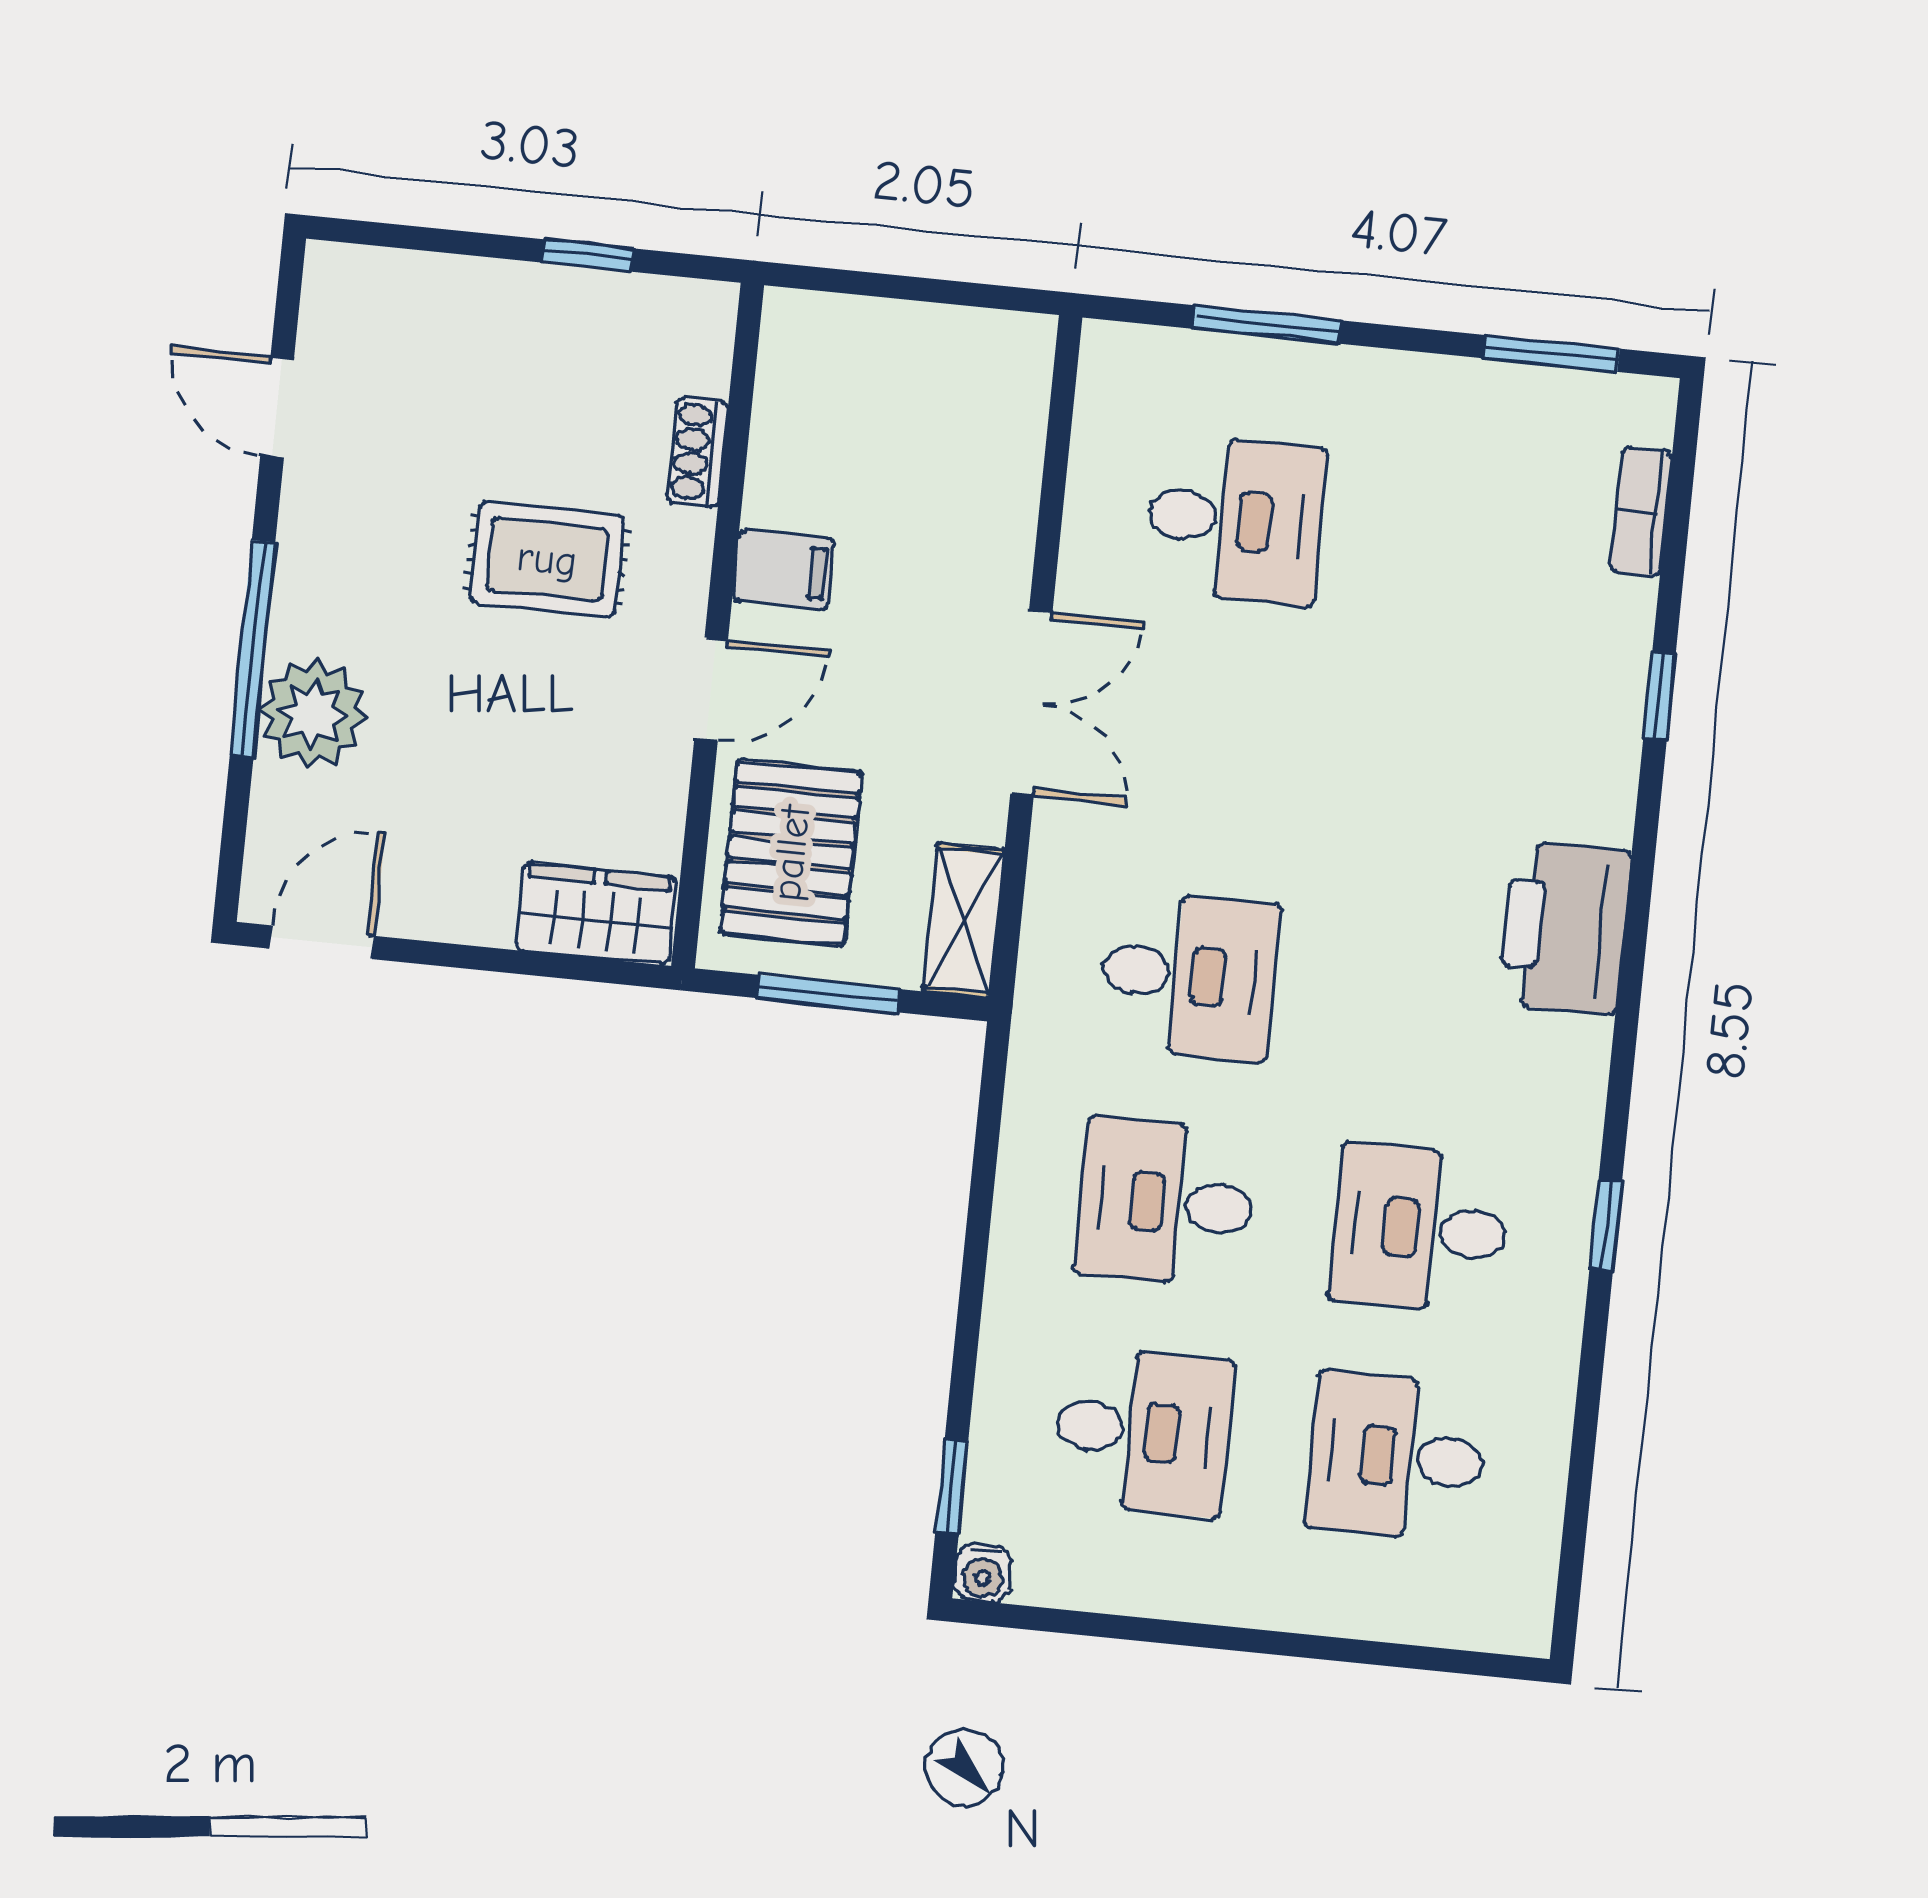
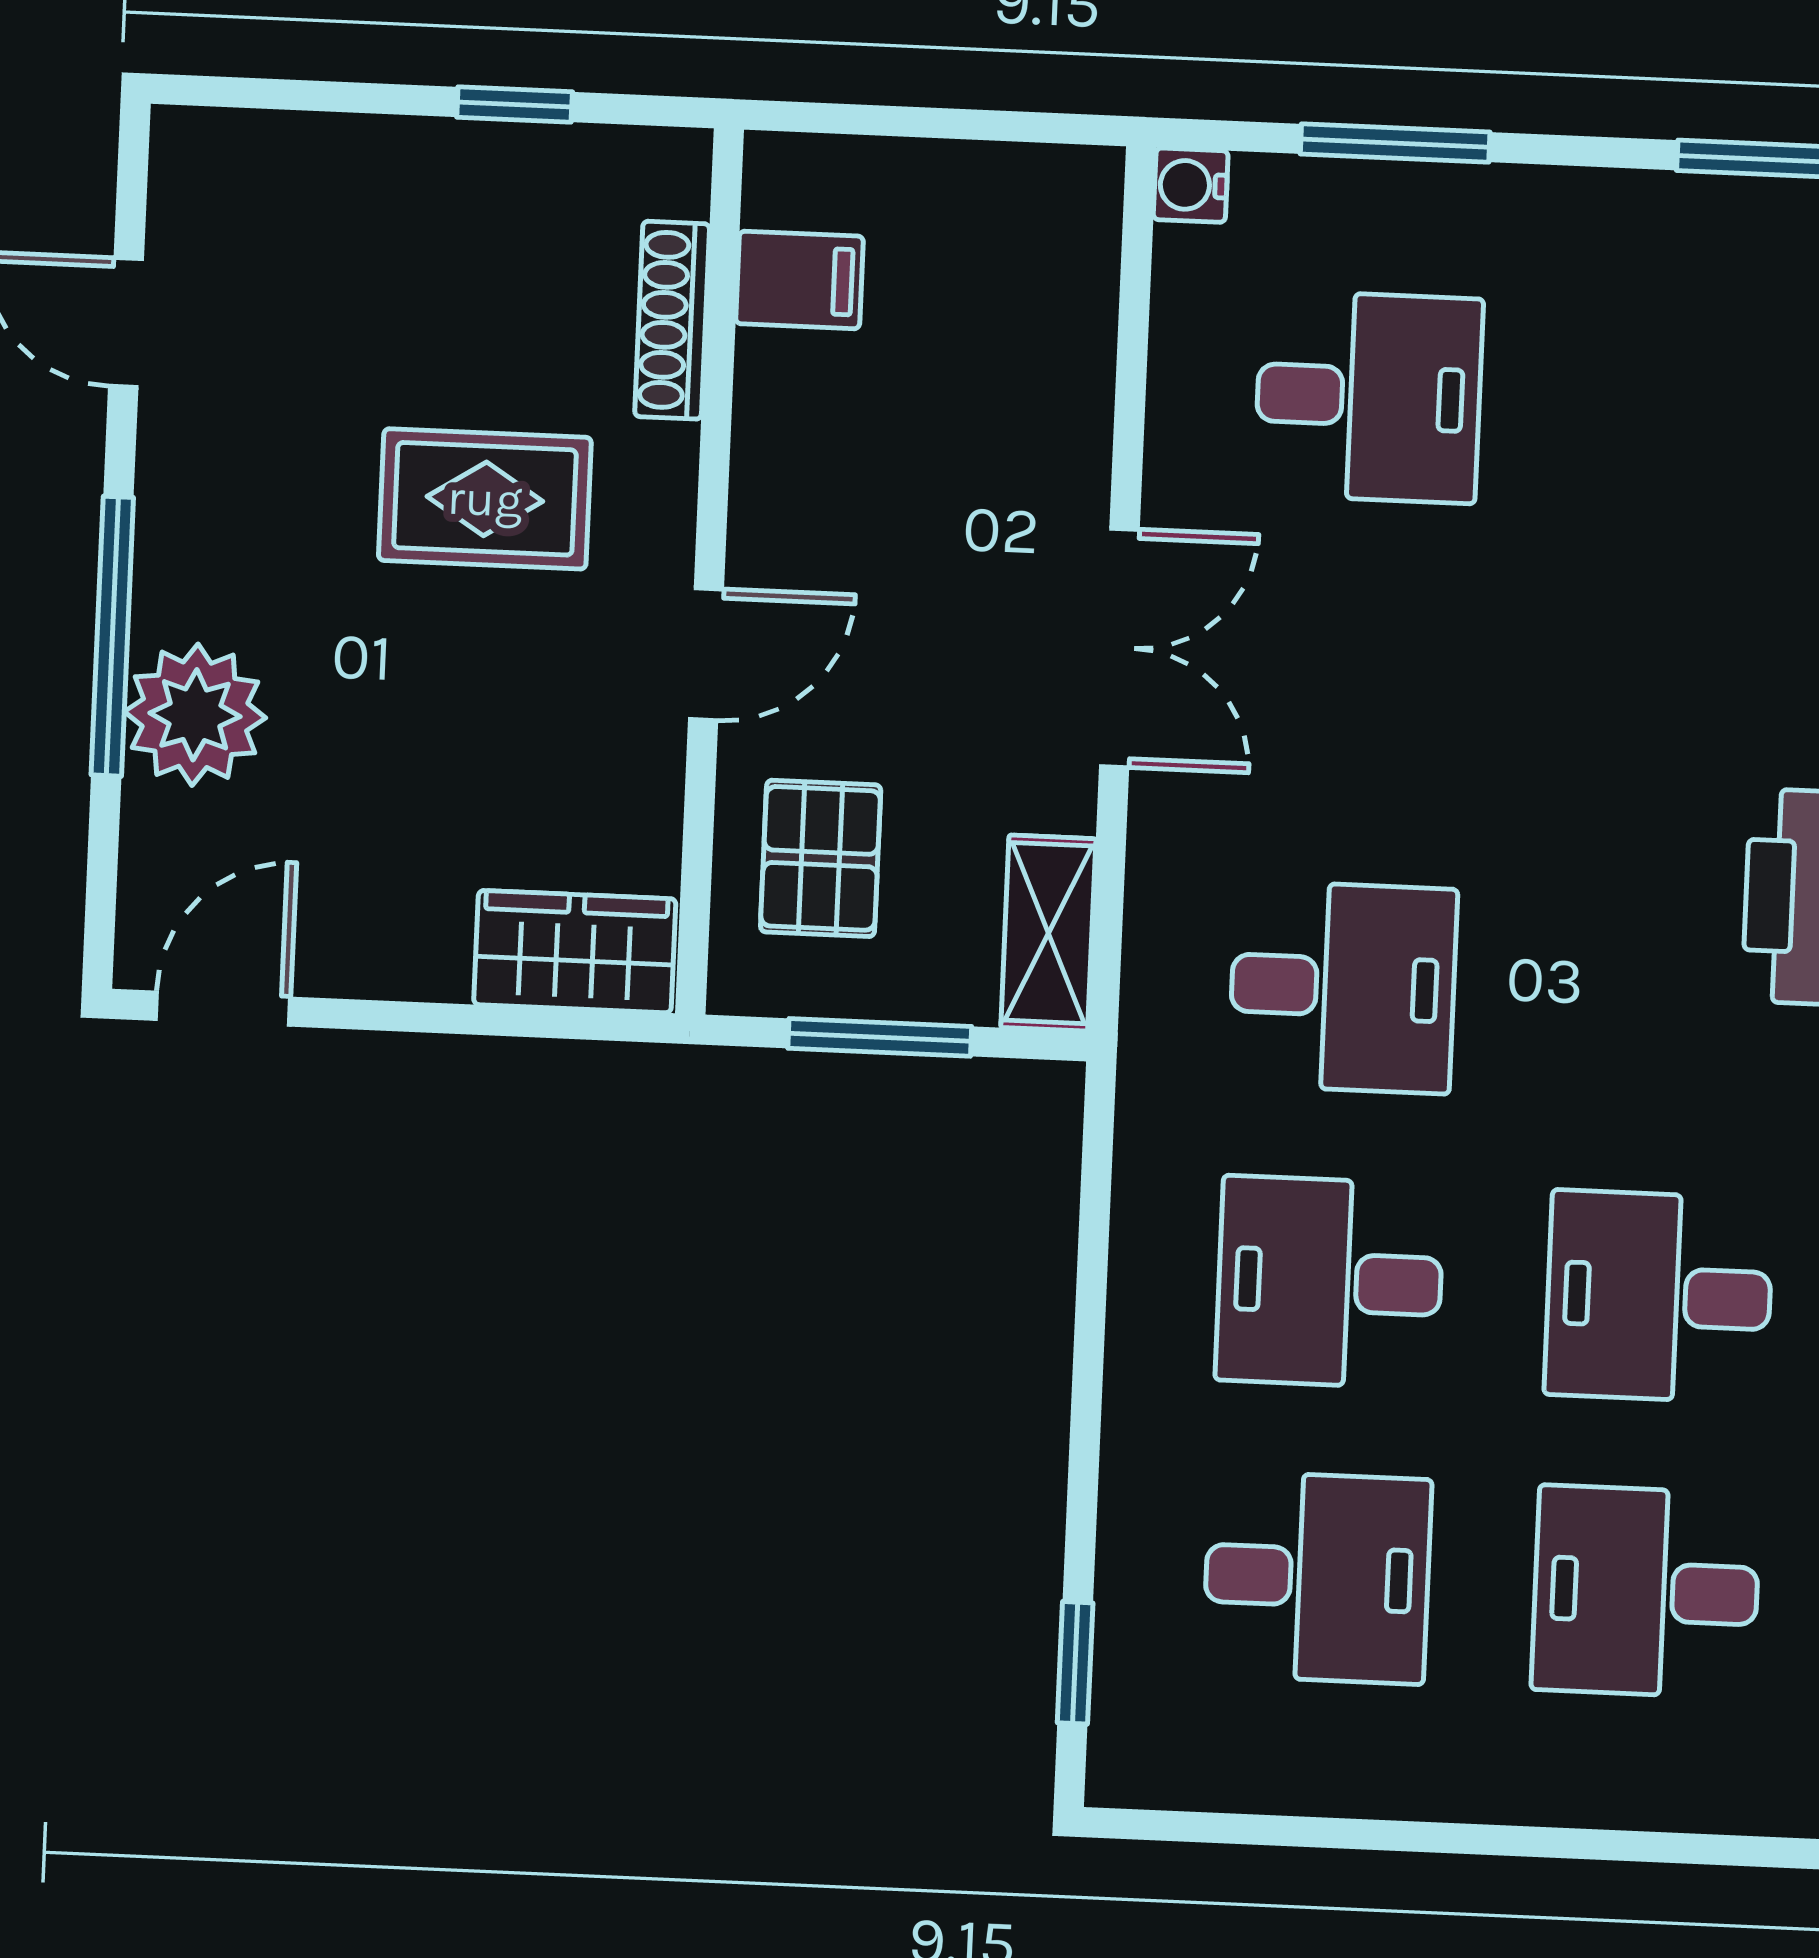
shoe rack: (698, 452) -> (672, 320), width x1.43
filing cabinet: (783, 570) -> (799, 280), moved
pallet: (791, 853) -> (821, 858), width x0.67, depth x0.71
water cooler: (983, 1573) -> (1191, 185), moved, turned 90

